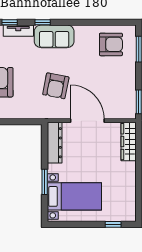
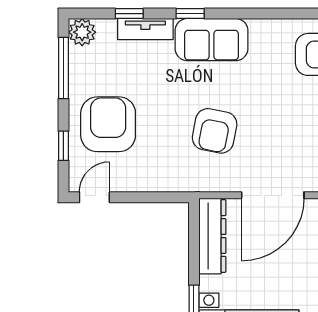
door: (87, 121) -> (273, 195), swing flipped

